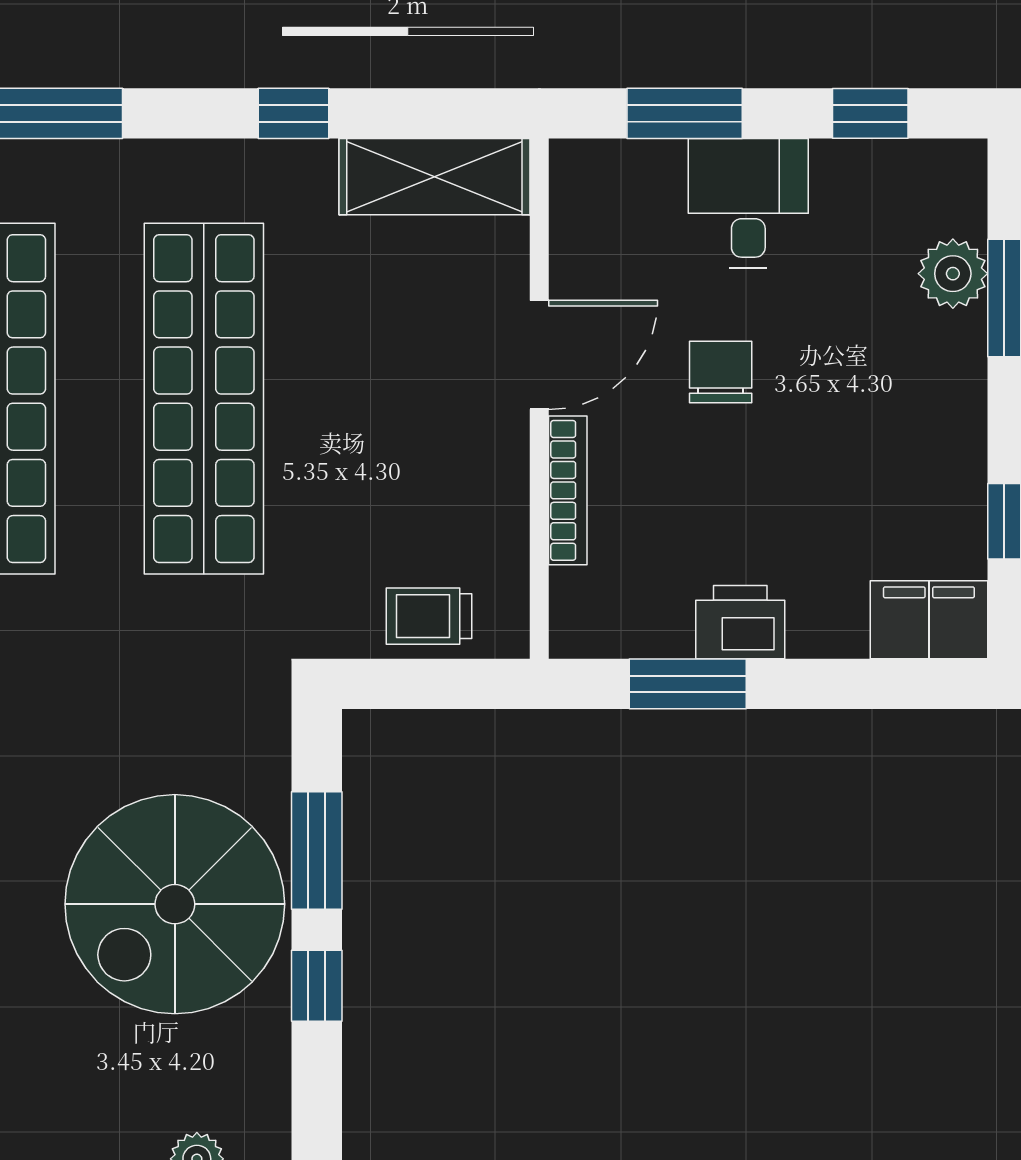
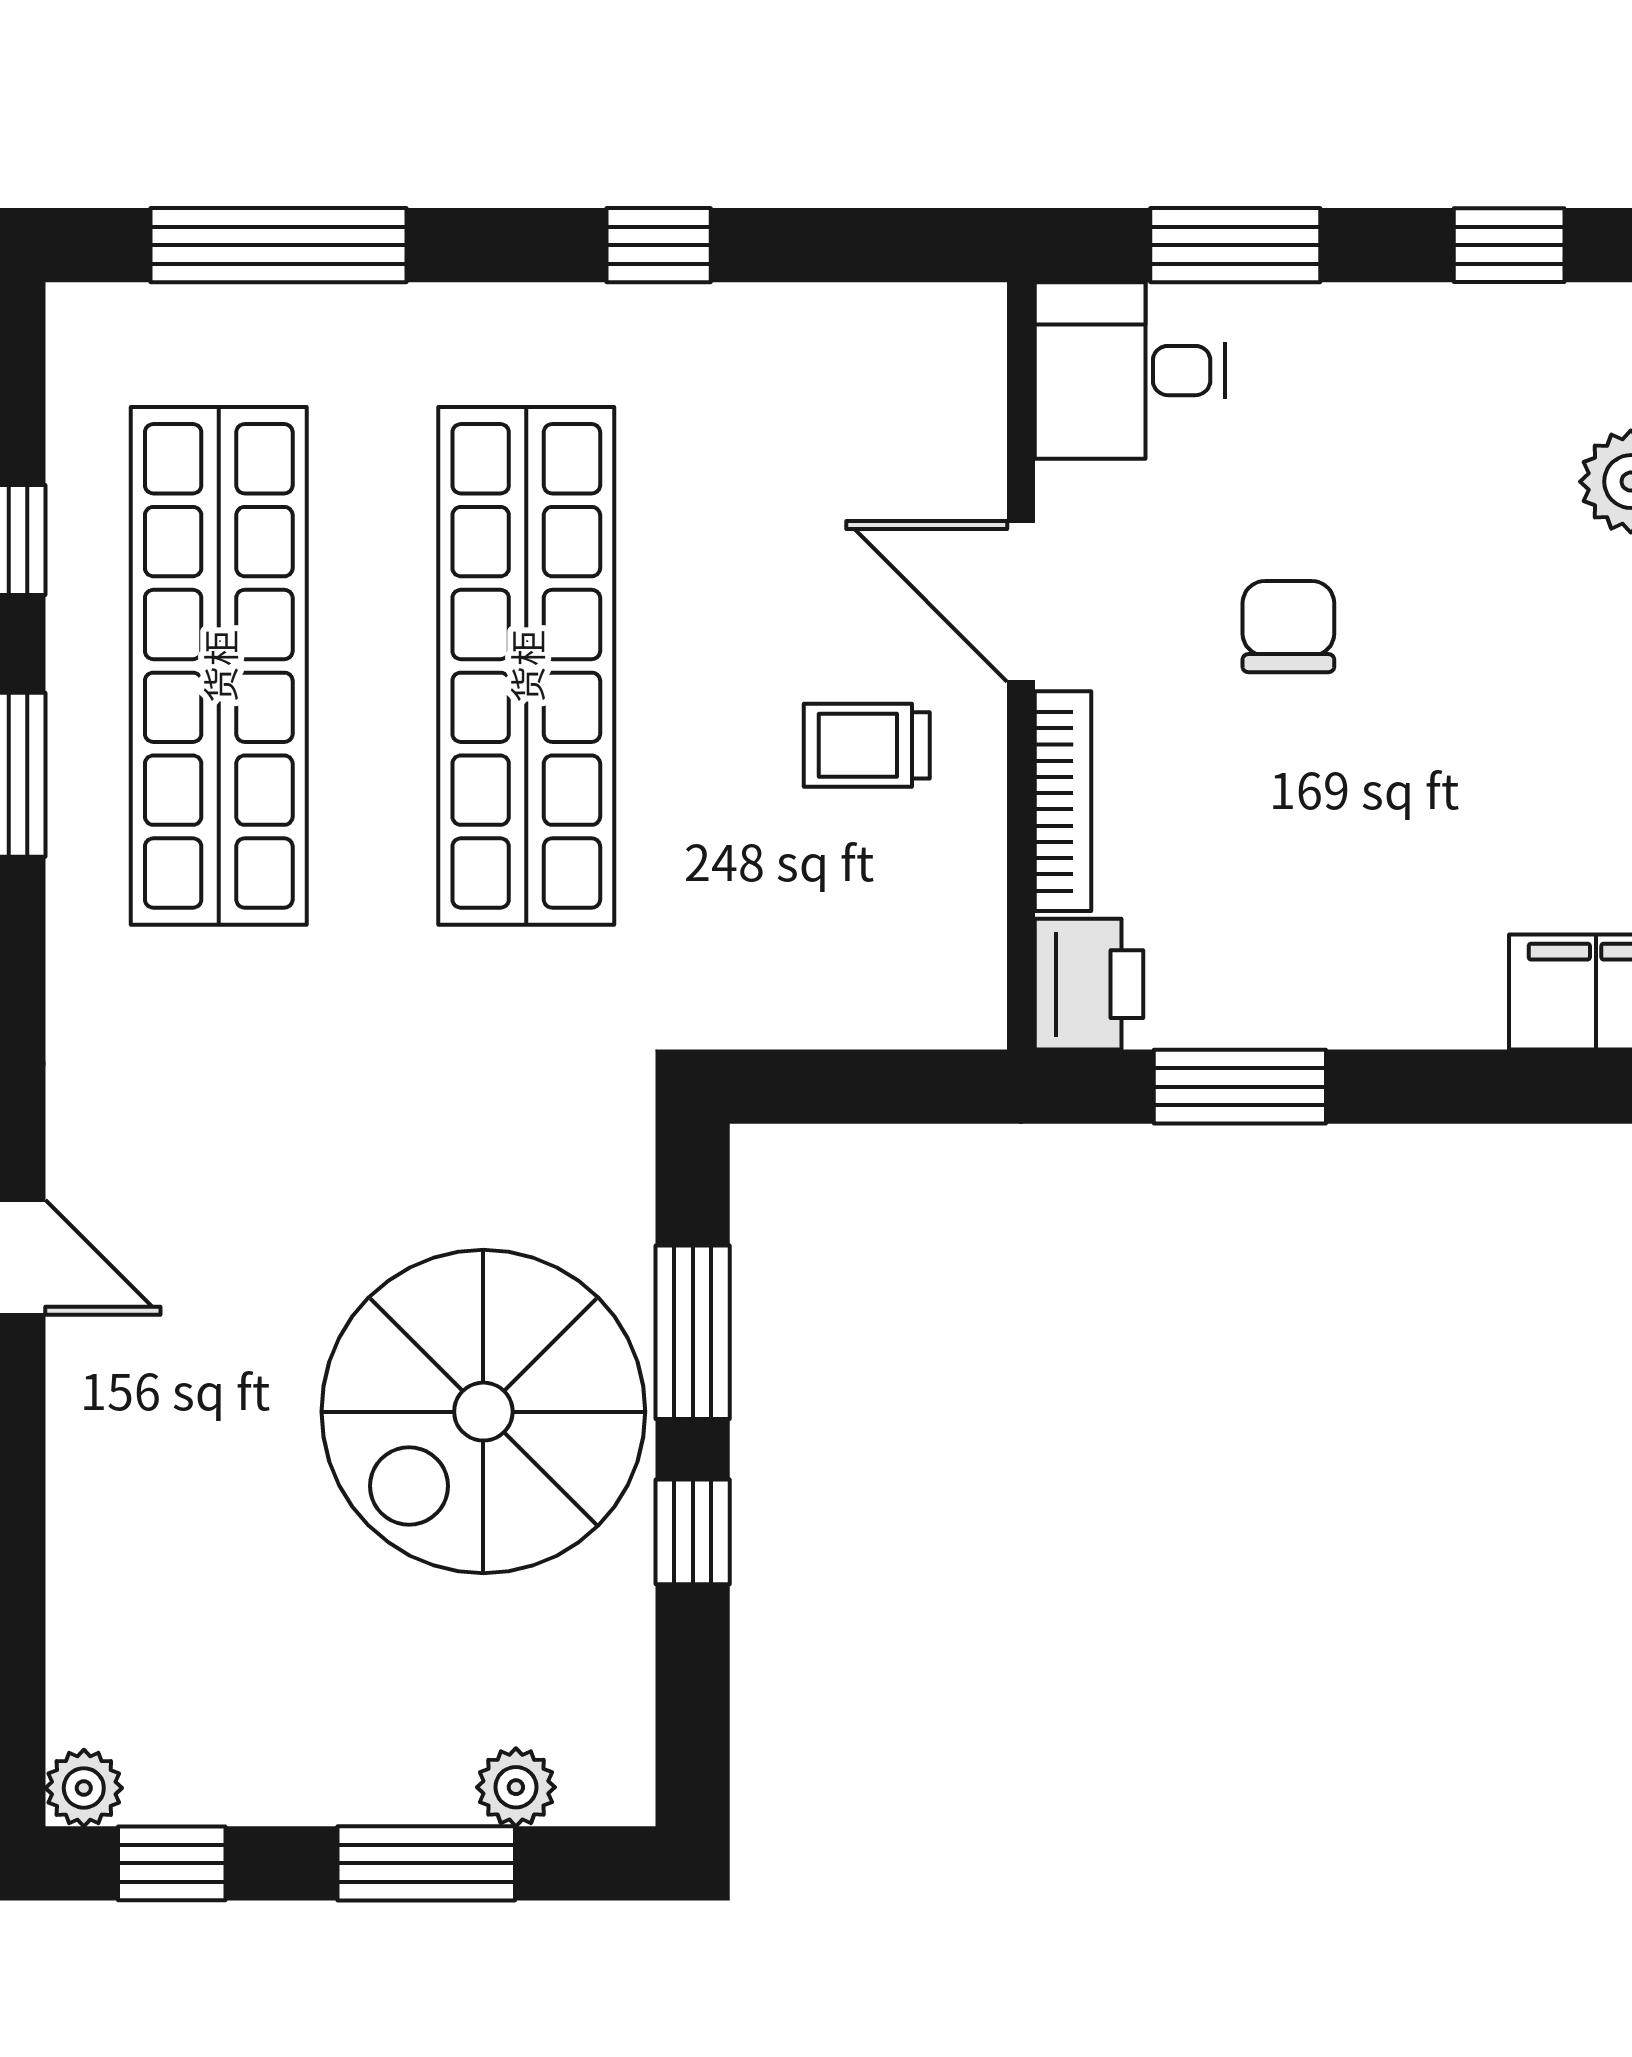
shelving: (434, 177) -> (866, 338), removed
desk: (748, 203) -> (1130, 371), moved, turned -90
door: (539, 355) -> (1021, 601), swing flipped
trolley: (429, 616) -> (867, 745), moved
printer: (740, 622) -> (1089, 984), moved, turned 90

